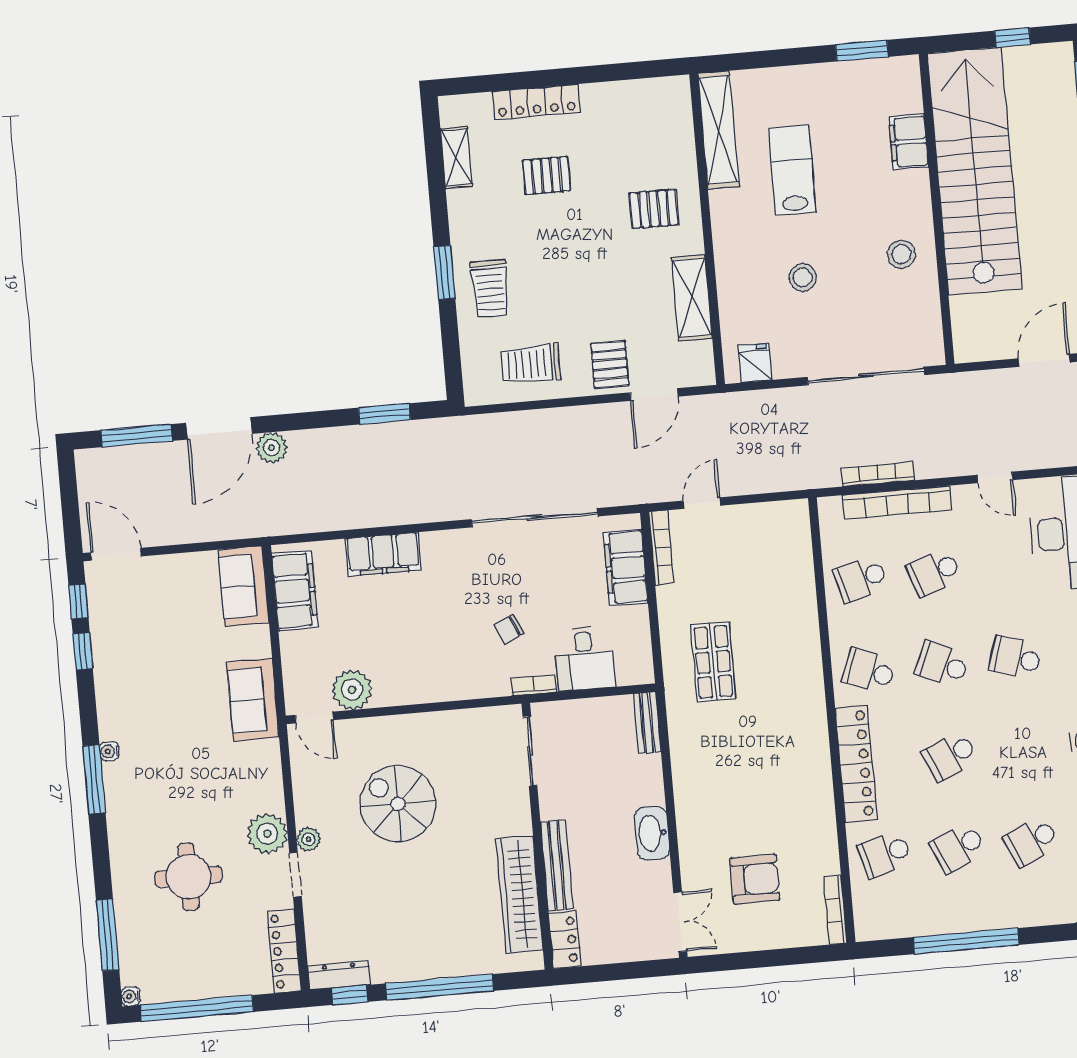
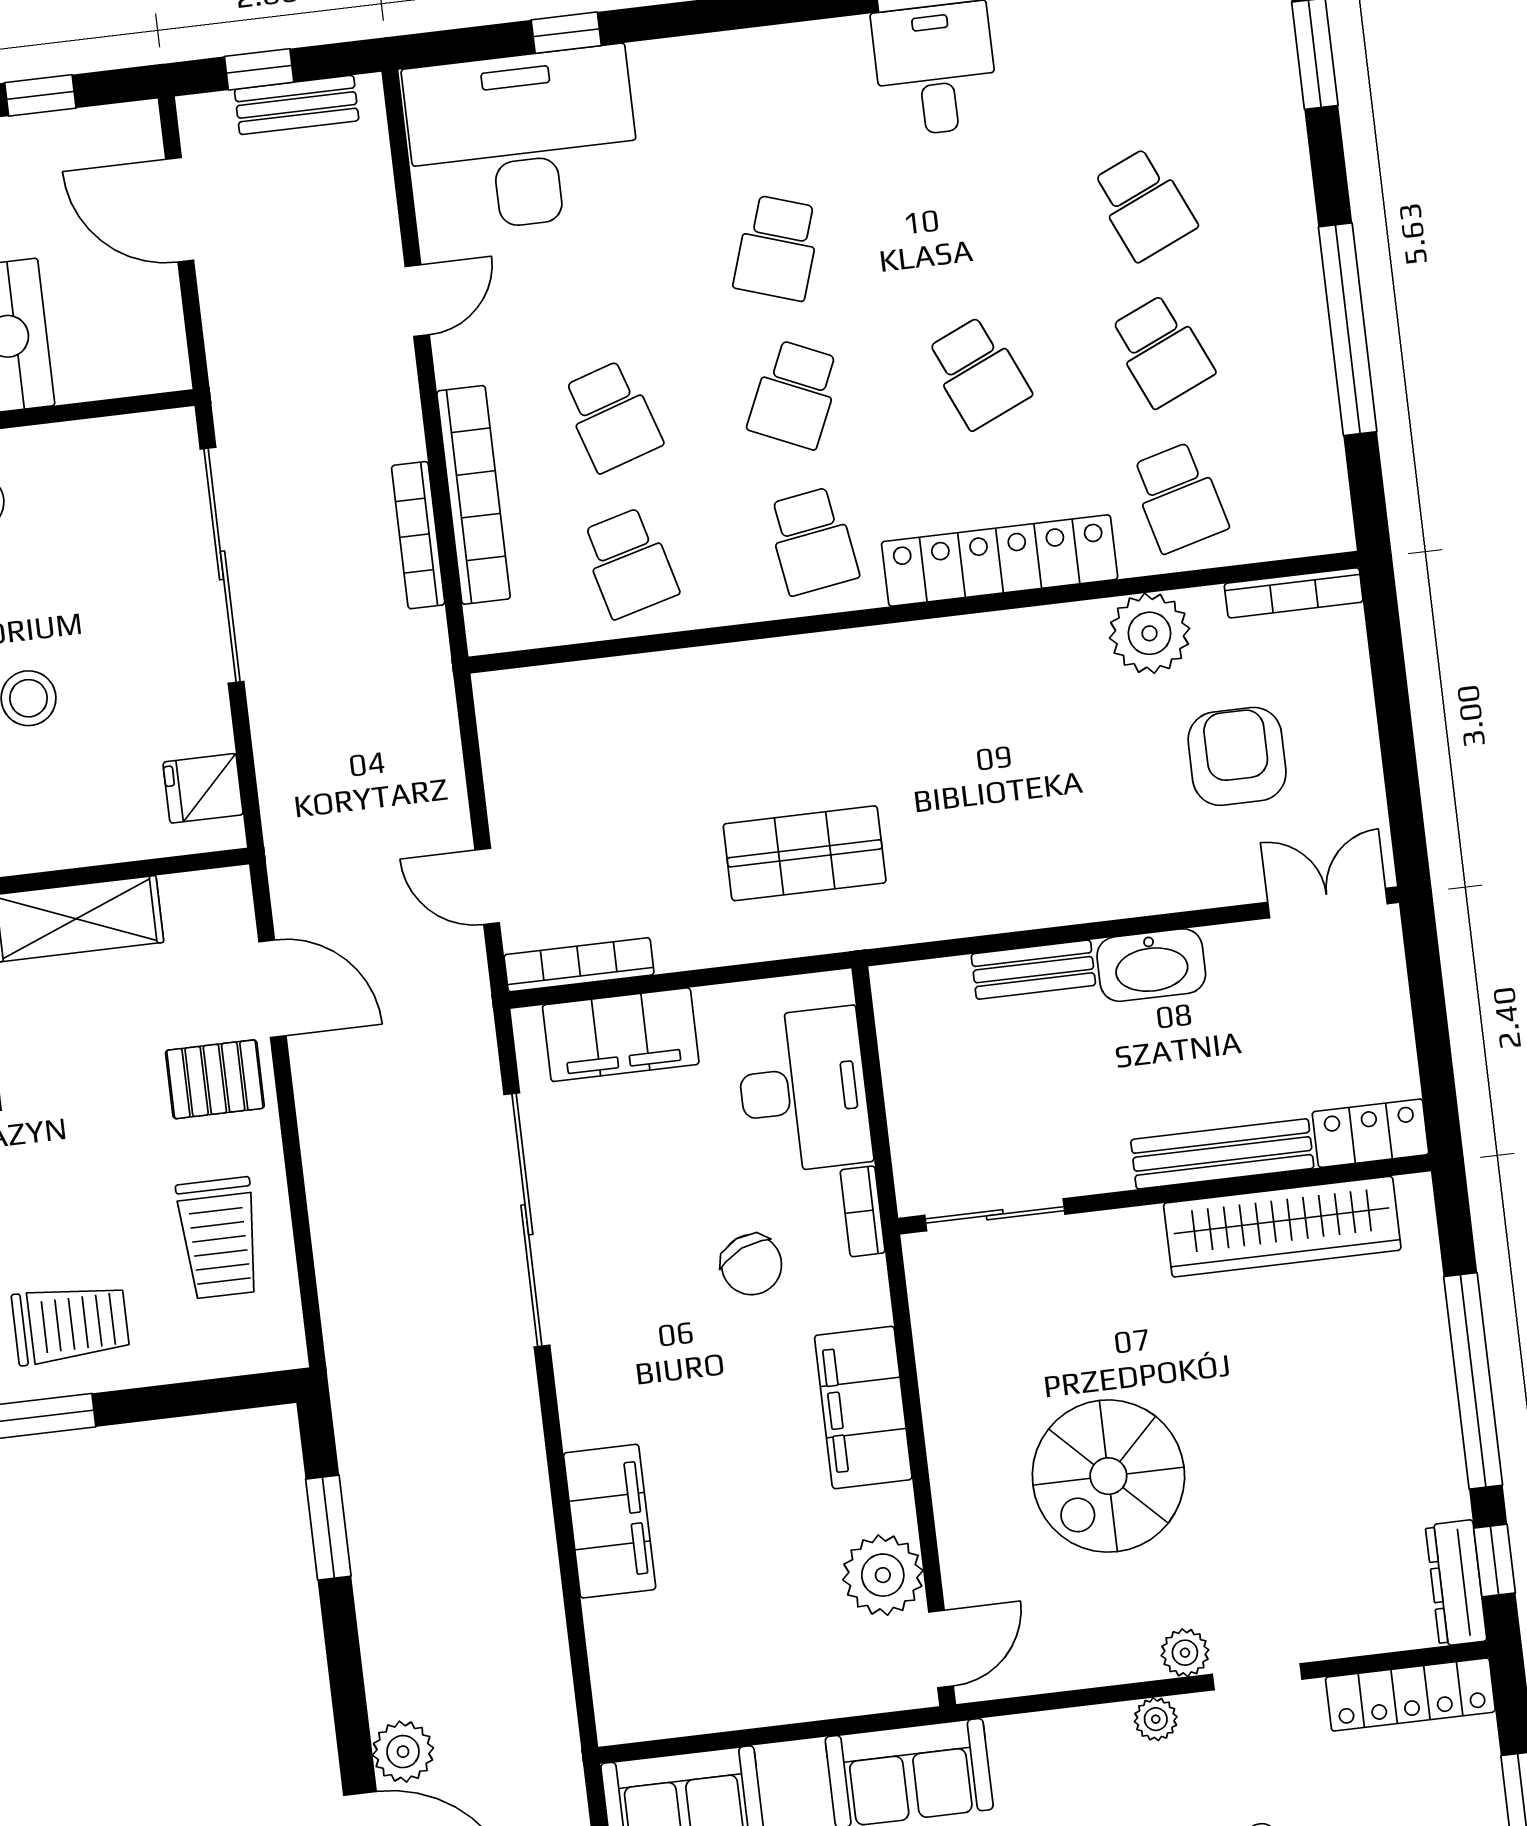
filing cabinet: (295, 591) -> (863, 1407), moved, turned -90
chair: (509, 629) -> (752, 1265), width x1.37, depth x1.37
desk: (584, 659) -> (803, 1090), width x1.37
school desk: (869, 671) -> (812, 541), turned -30
bench: (647, 723) -> (1033, 970), moved
plant: (267, 834) -> (1156, 1719), width x0.53, depth x0.53
plant: (818, 837) -> (1149, 633), added

